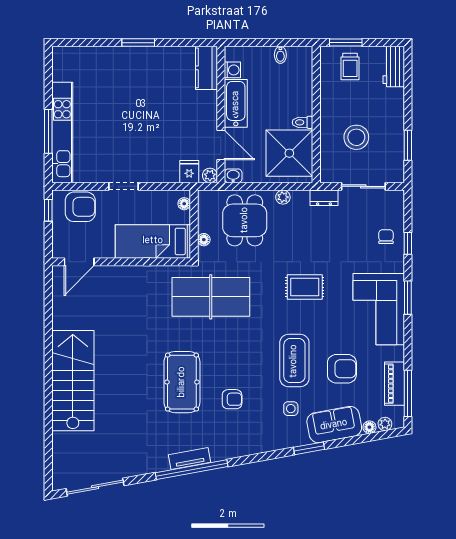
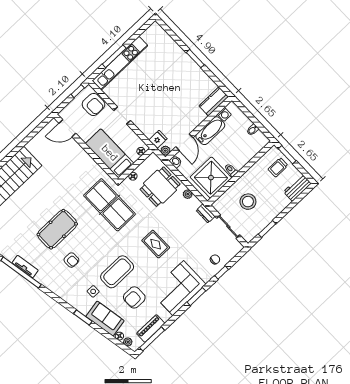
armchair: (342, 369) -> (134, 297), turned 90

